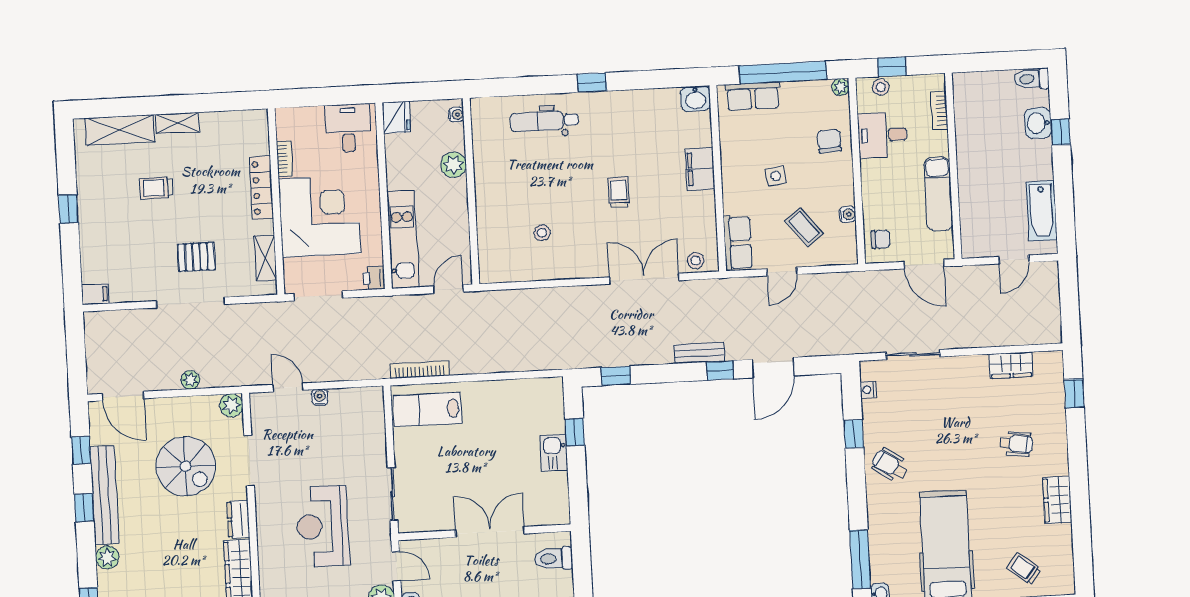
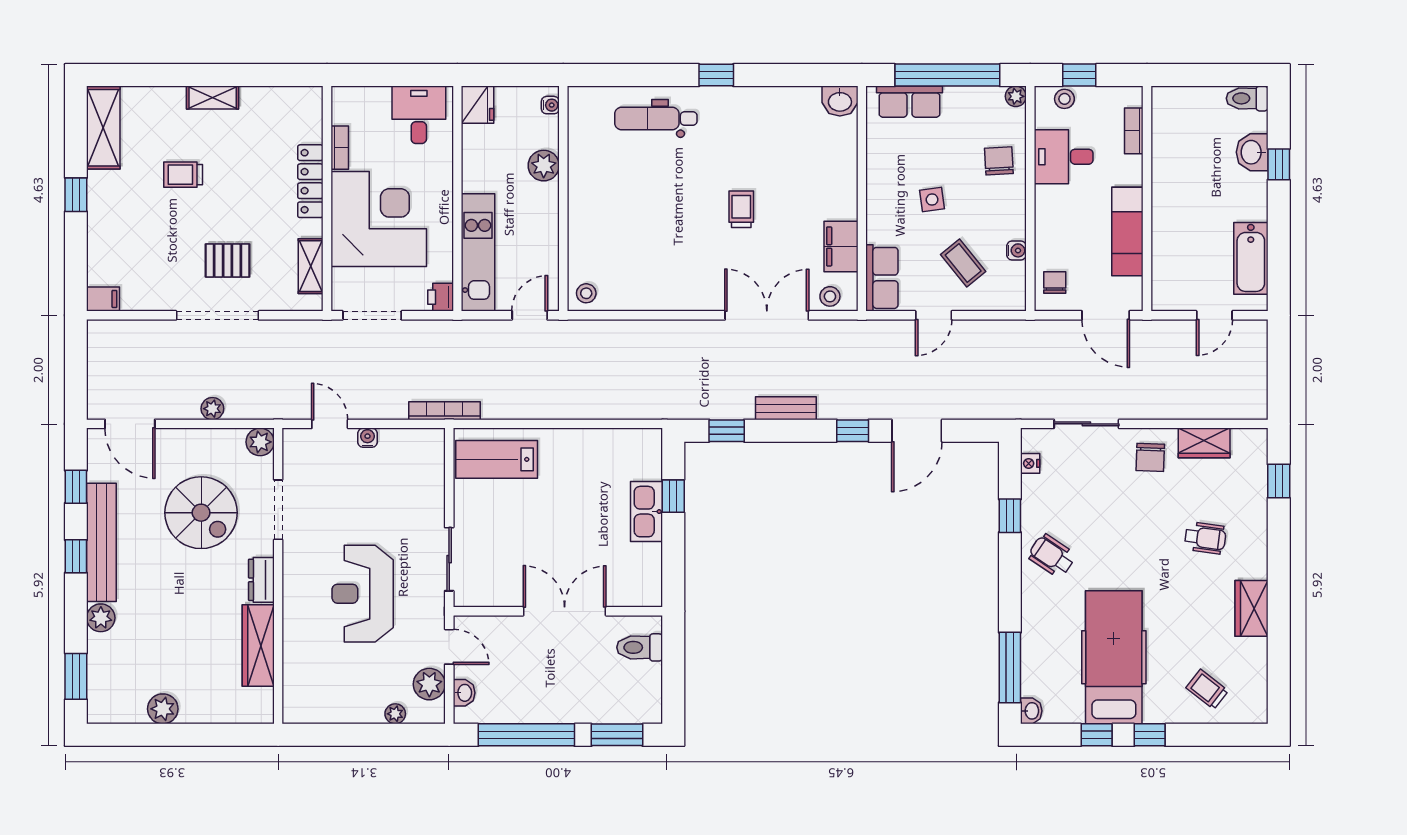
shelving: (120, 130) -> (103, 128), moved, turned 90
filing cabinet: (700, 169) -> (841, 246), moved
stool: (542, 233) -> (586, 293), moved
chair: (881, 239) -> (1055, 283), turned -90
bench: (699, 353) -> (786, 408), moved
bookcase: (420, 370) -> (445, 411), moved
chair: (967, 380) -> (1150, 457), added
kitchen sink: (554, 453) -> (646, 512), width x1.38

